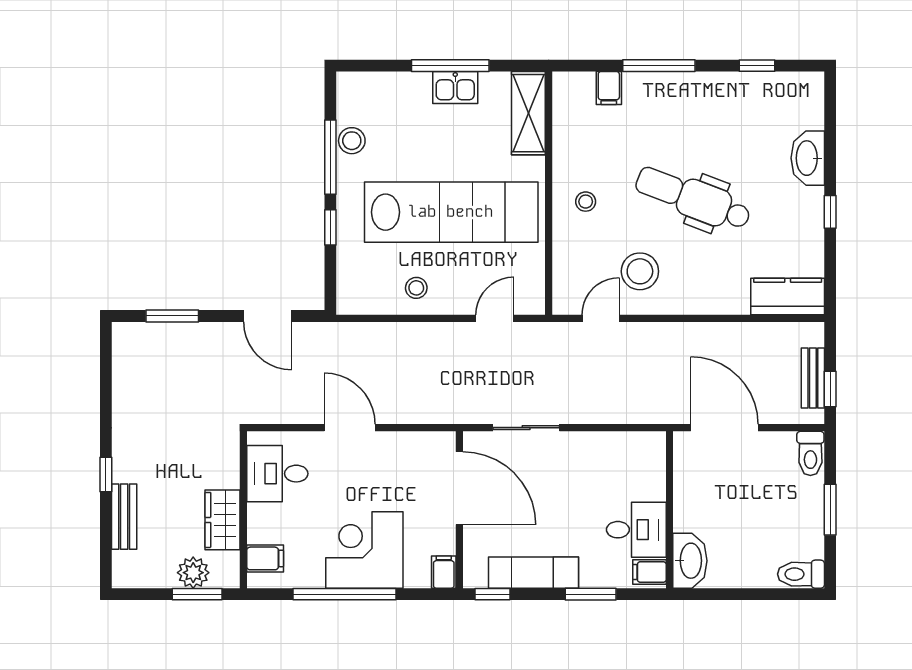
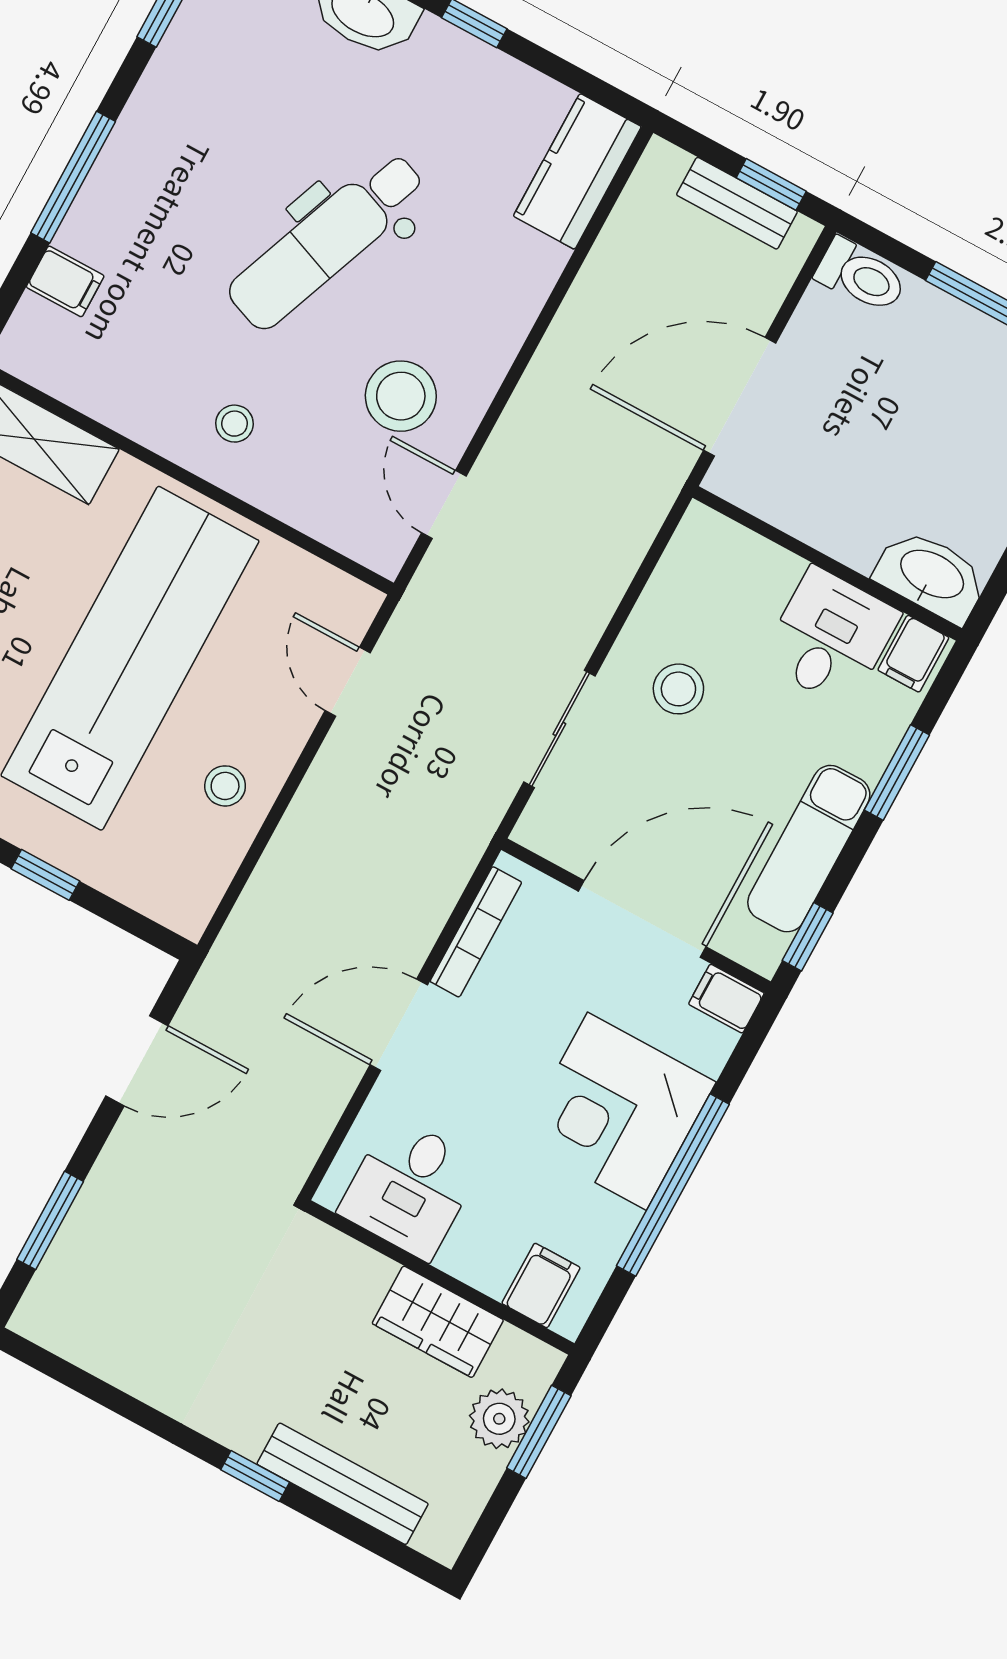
bookcase: (412, 440) -> (476, 932), added
stool: (574, 473) -> (678, 689), added
door: (459, 488) -> (642, 919), moved
bench: (124, 517) -> (343, 1484), width x1.36

